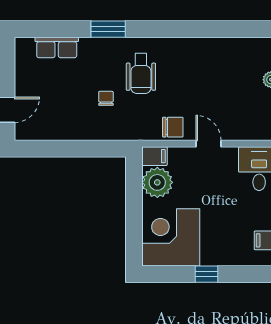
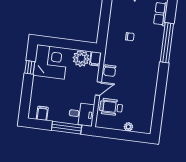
window: (108, 29) -> (167, 43), width x2.11
wheelchair: (141, 73) -> (111, 107), moved
window: (206, 274) -> (30, 67), moved

